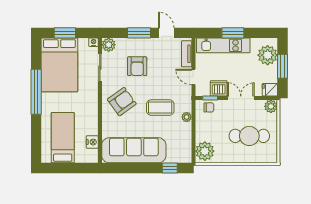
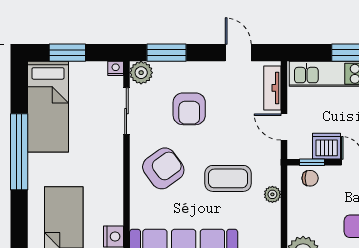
window: (139, 33) -> (166, 53), moved
bed: (59, 65) -> (48, 107), width x0.67

